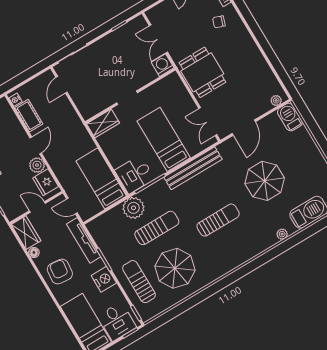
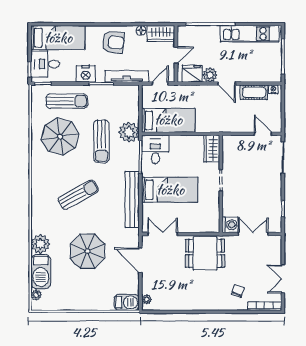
sun lounger: (218, 220) -> (78, 195), turned -119
plant: (282, 234) -> (40, 244), width x1.88, depth x1.88

